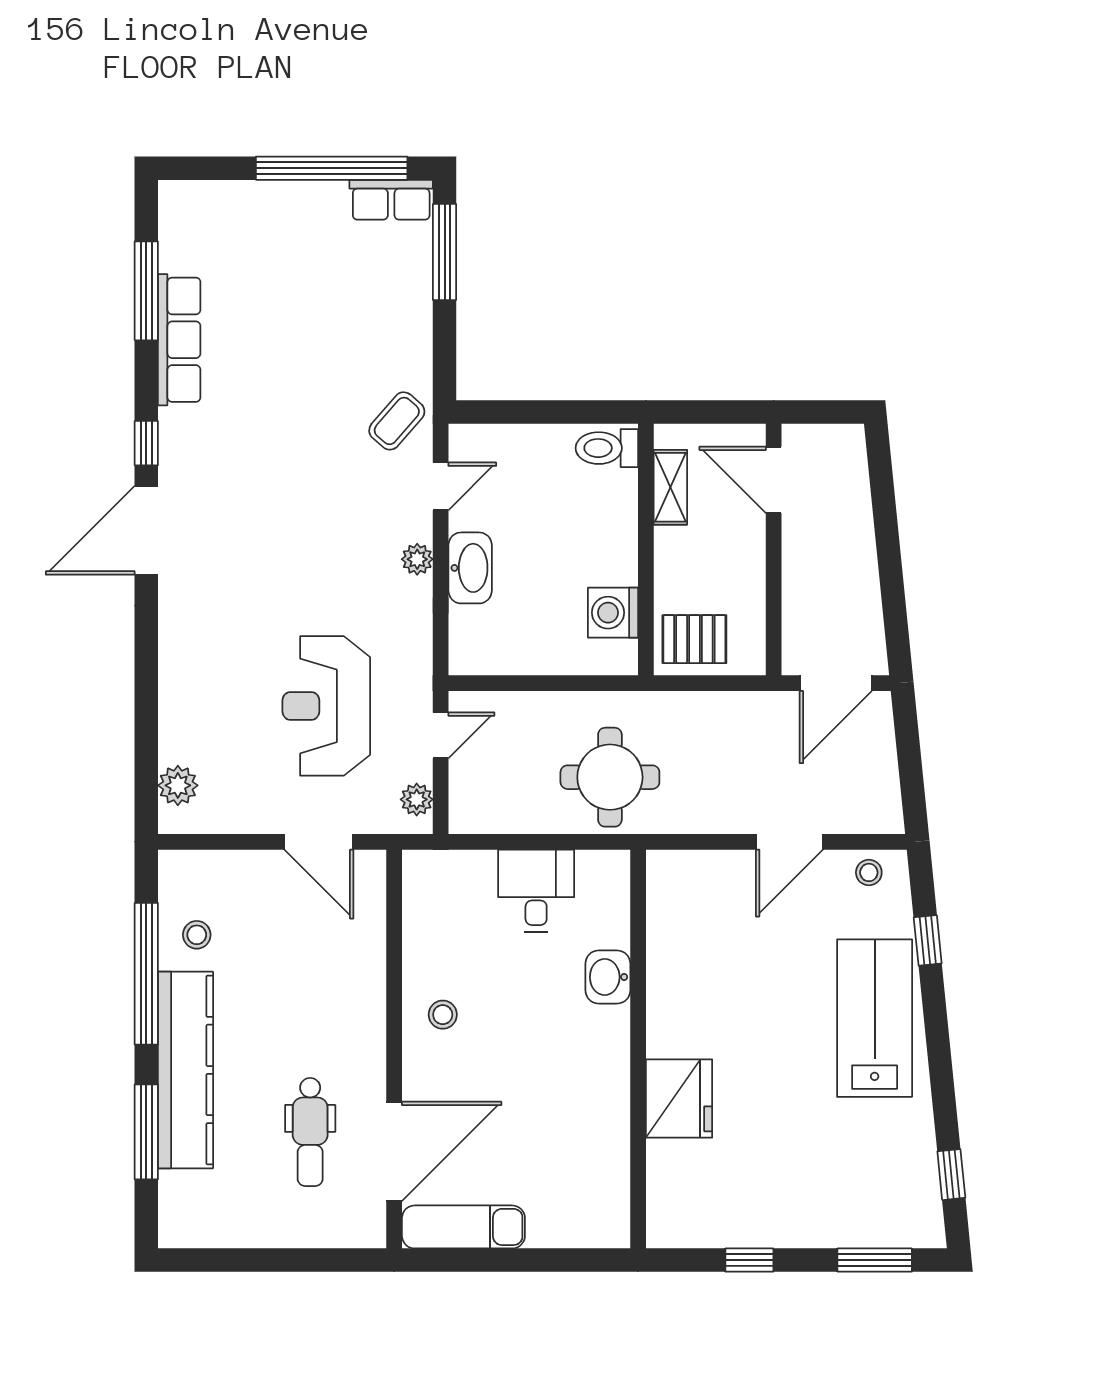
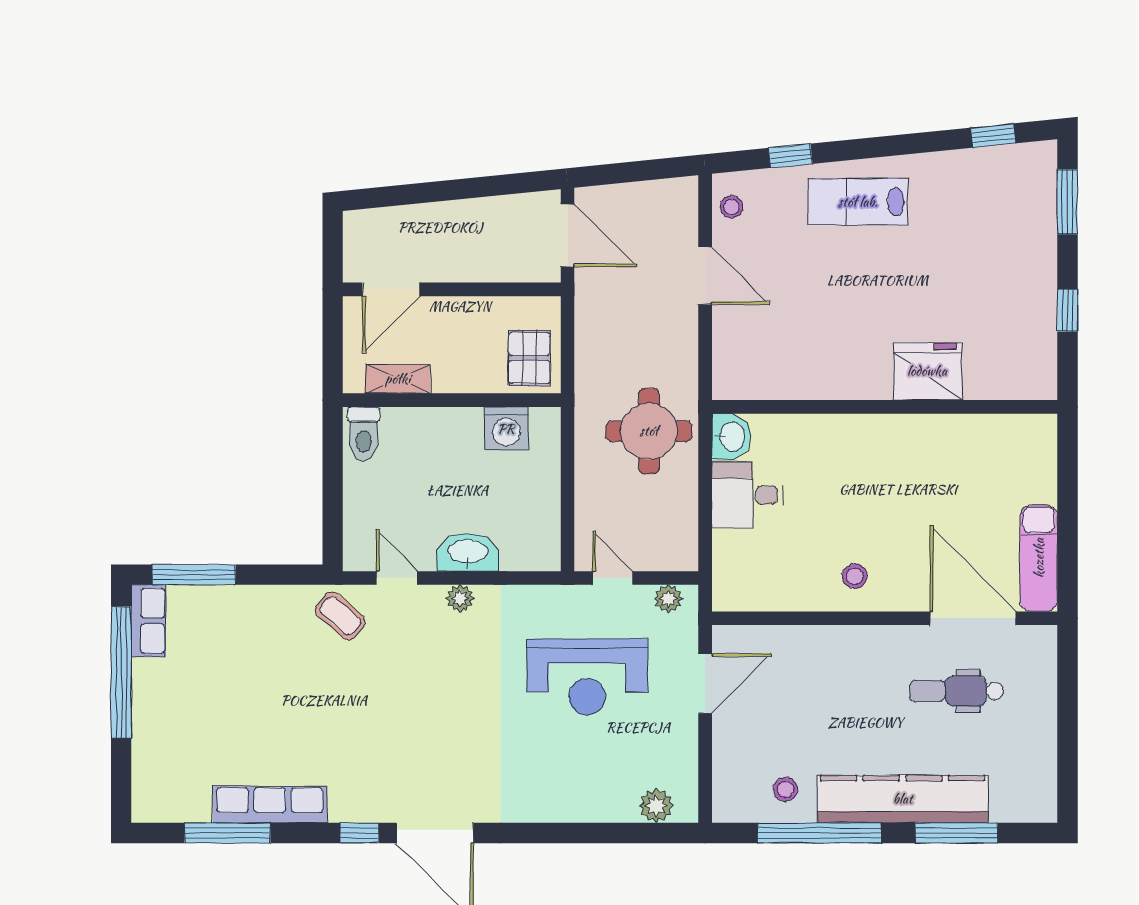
washbasin: (608, 977) -> (731, 437), moved, turned -90
lab bench: (875, 1018) -> (858, 202), width x0.73, depth x0.72
dental chair: (310, 1132) -> (956, 691), turned 180

